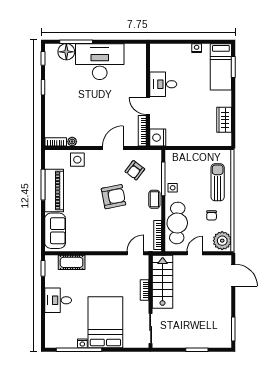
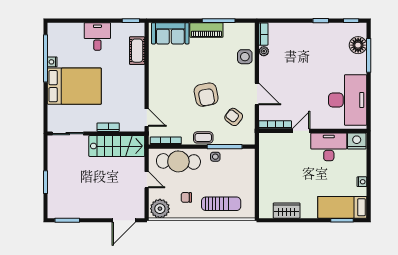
desk: (100, 62) -> (348, 100), moved
desk: (163, 84) -> (329, 147), width x1.37
nightstand: (158, 138) -> (357, 141), moved
piano: (54, 190) -> (206, 30), width x0.73, depth x0.75

